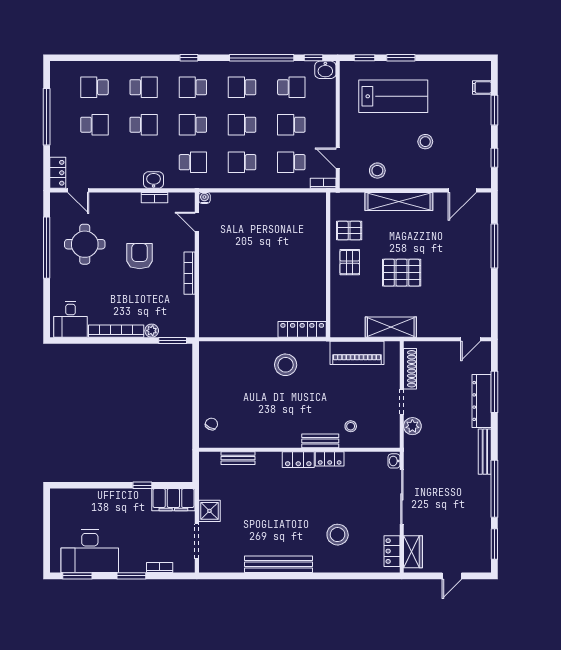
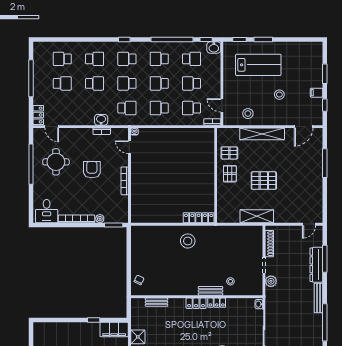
filing cabinet: (482, 87) -> (317, 93), moved
piano: (357, 353) -> (235, 233), removed

